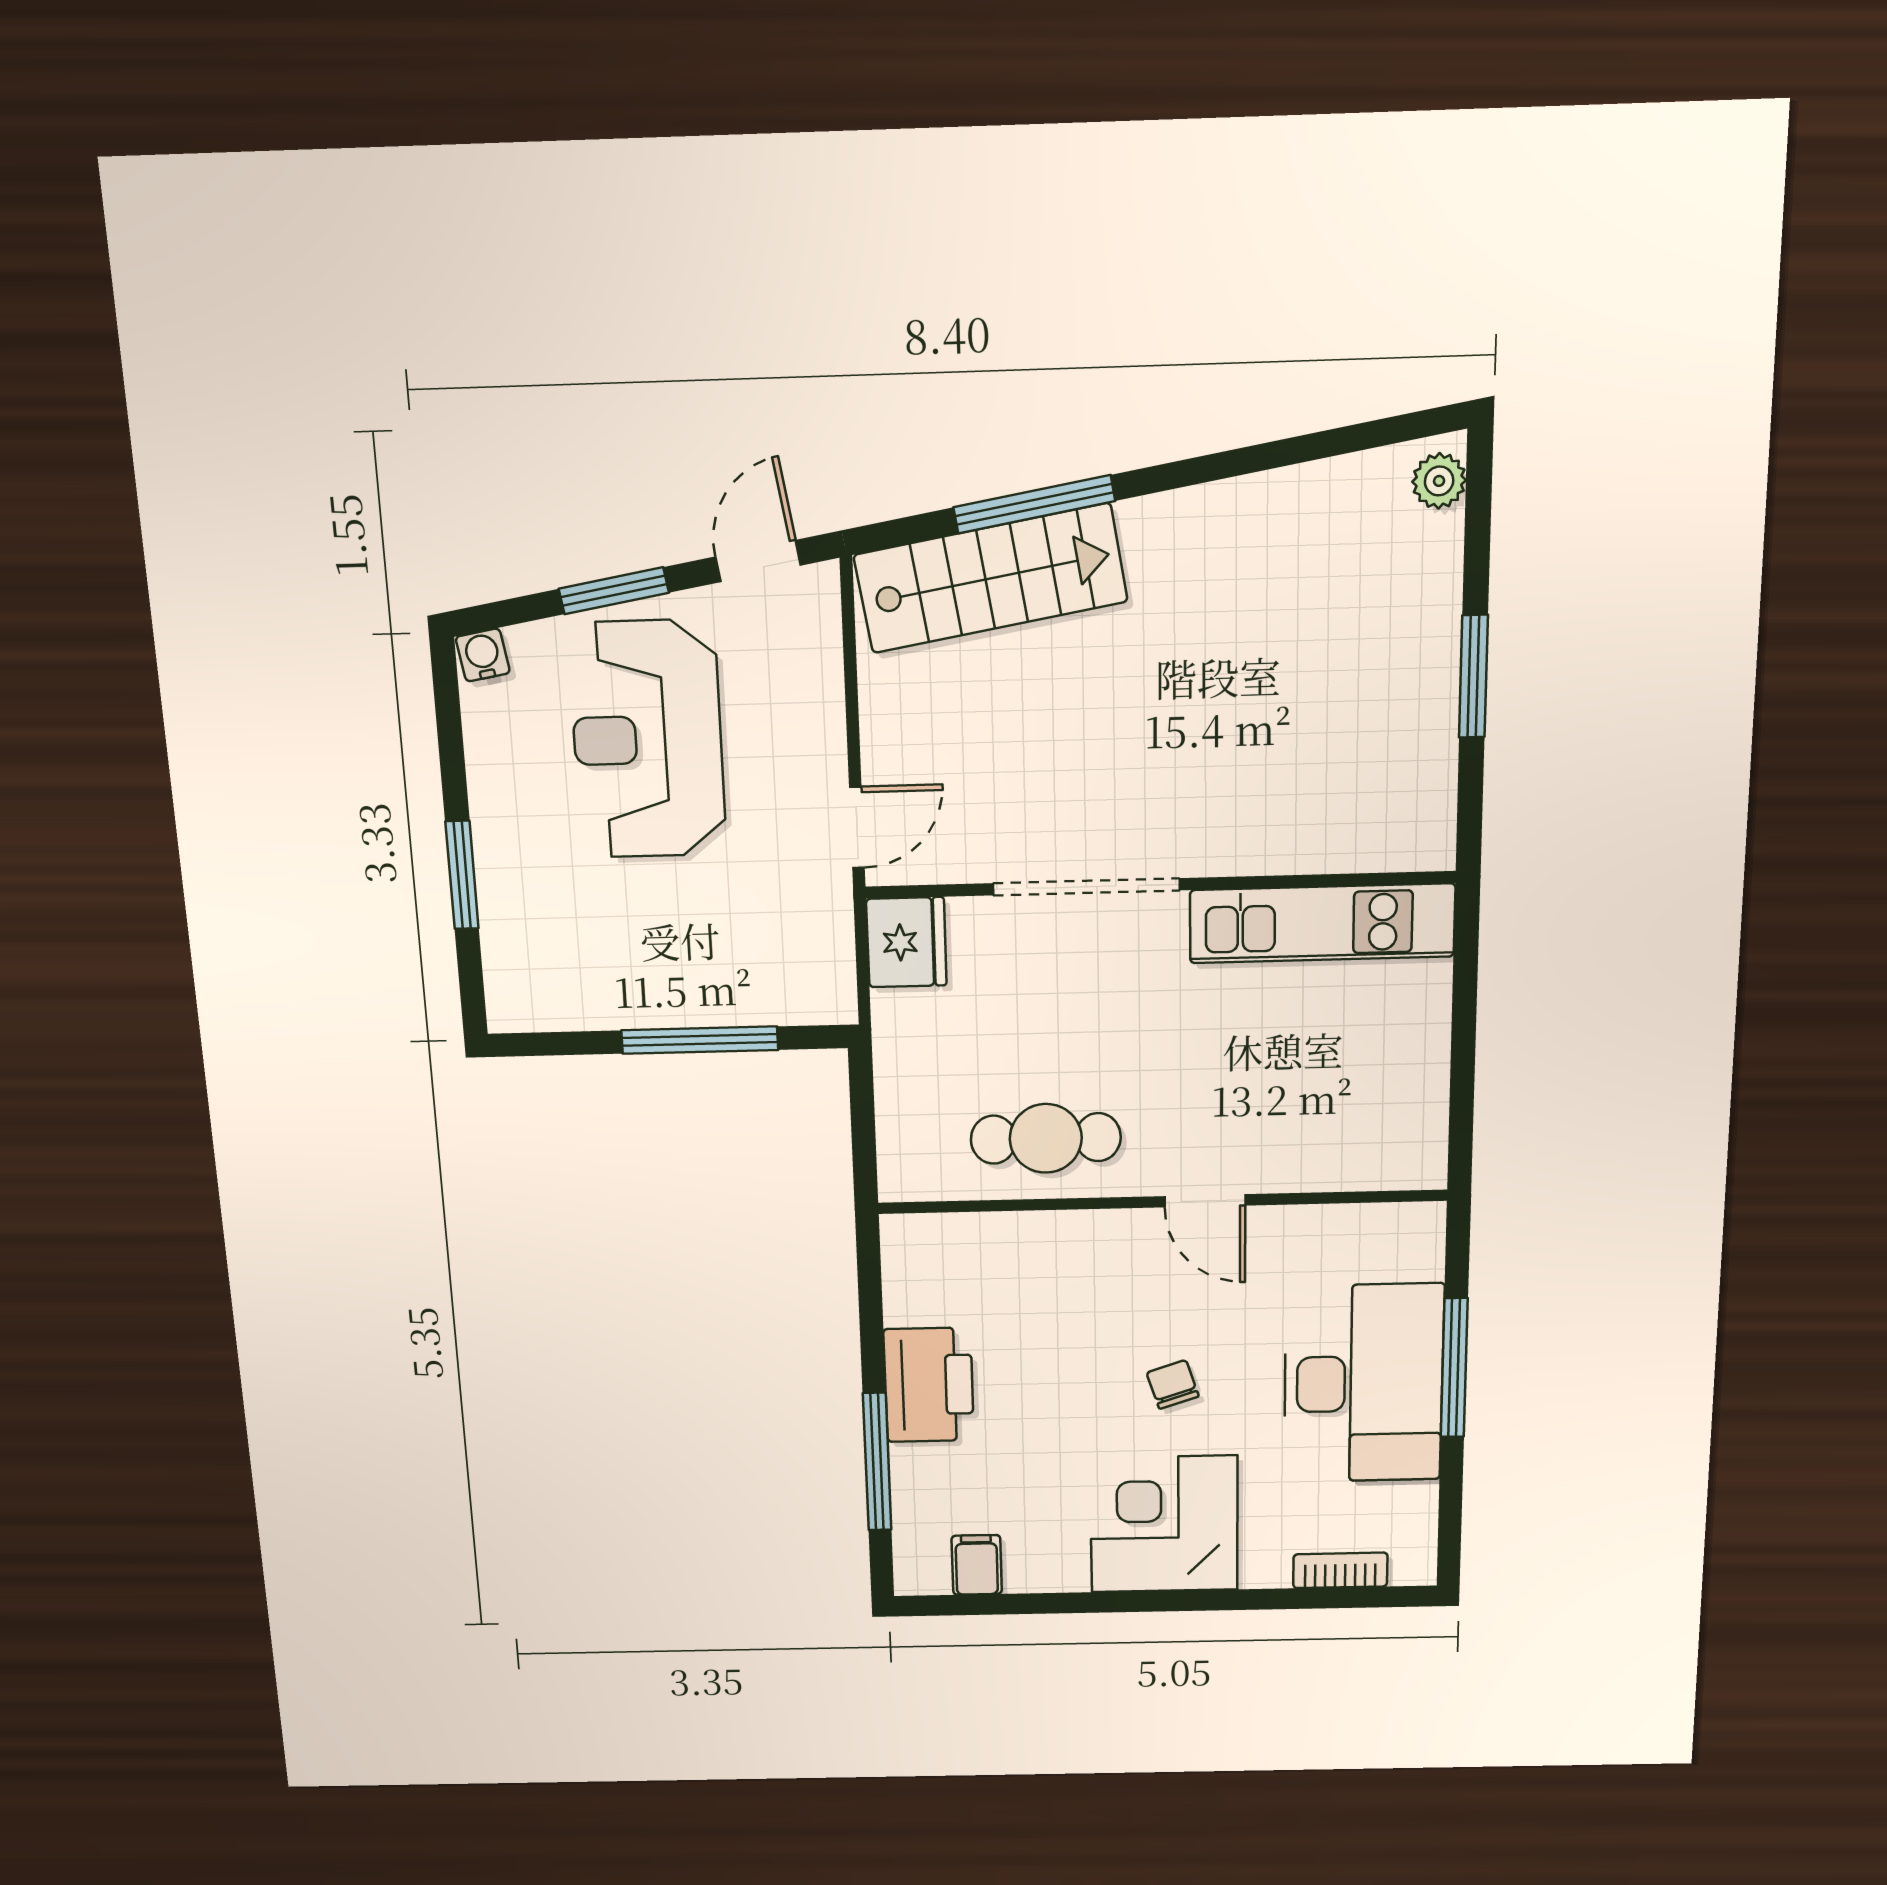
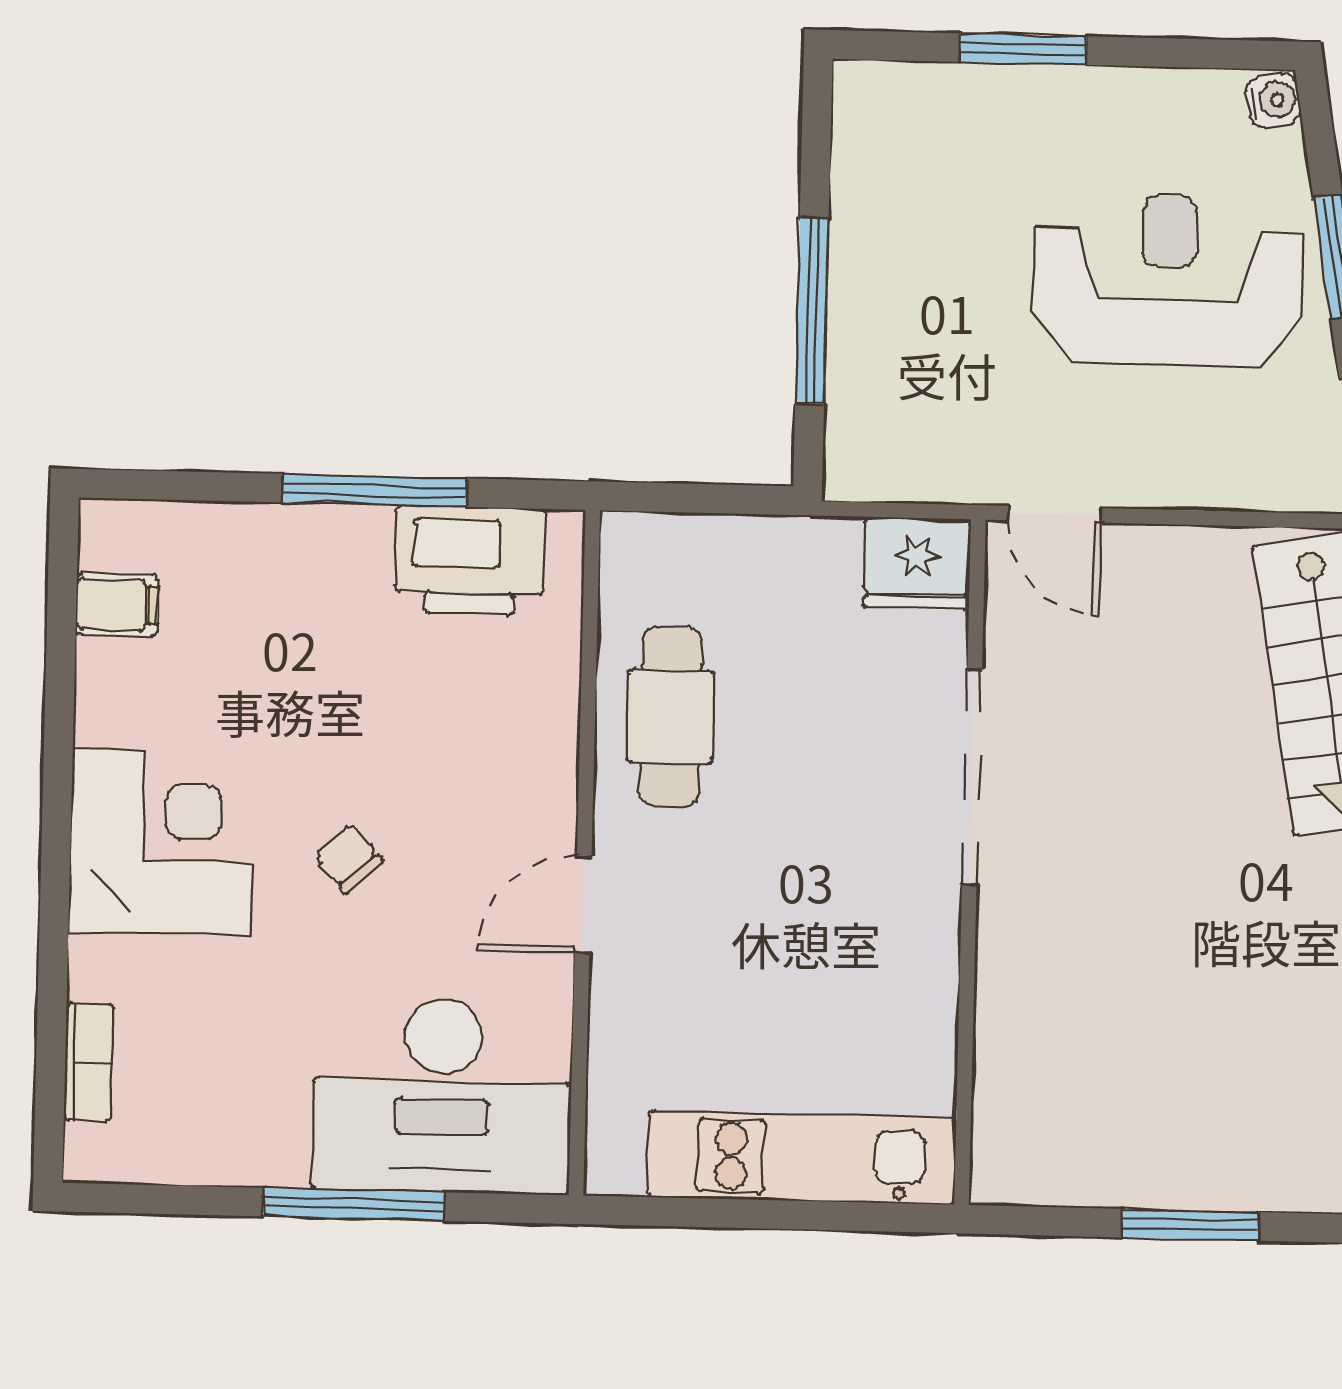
kitchen unit: (1322, 923) -> (802, 1158), moved, turned 90
chair: (1173, 1384) -> (348, 859), turned -114
desk: (1363, 1384) -> (442, 1096), moved
printer: (929, 1385) -> (470, 561), moved
window: (877, 1462) -> (375, 490), moved

